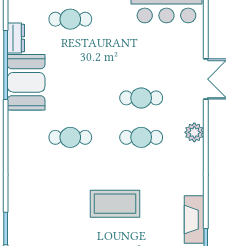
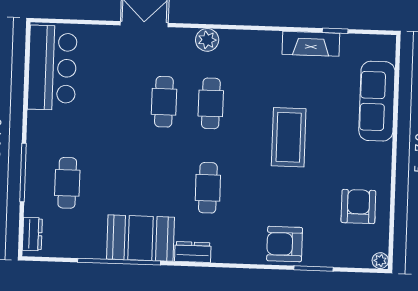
dresser: (16, 38) -> (193, 252), moved
armchair: (25, 203) -> (285, 244), added

